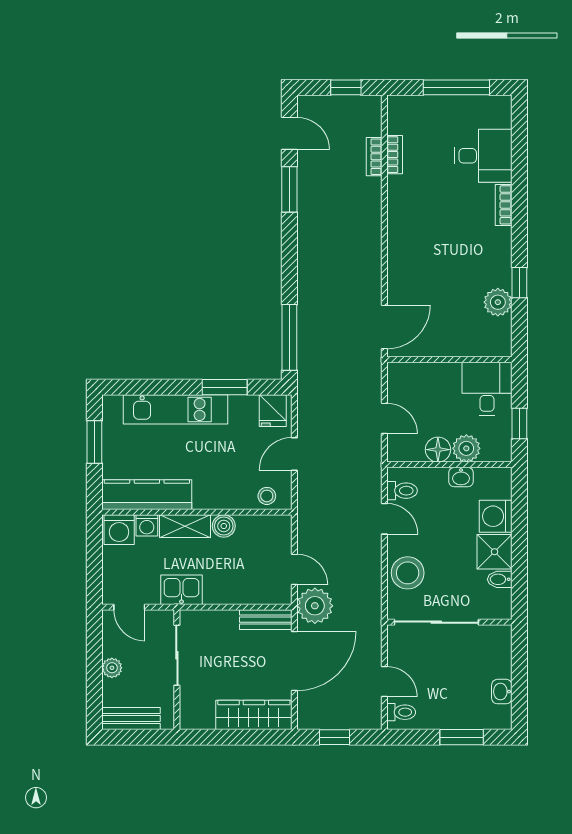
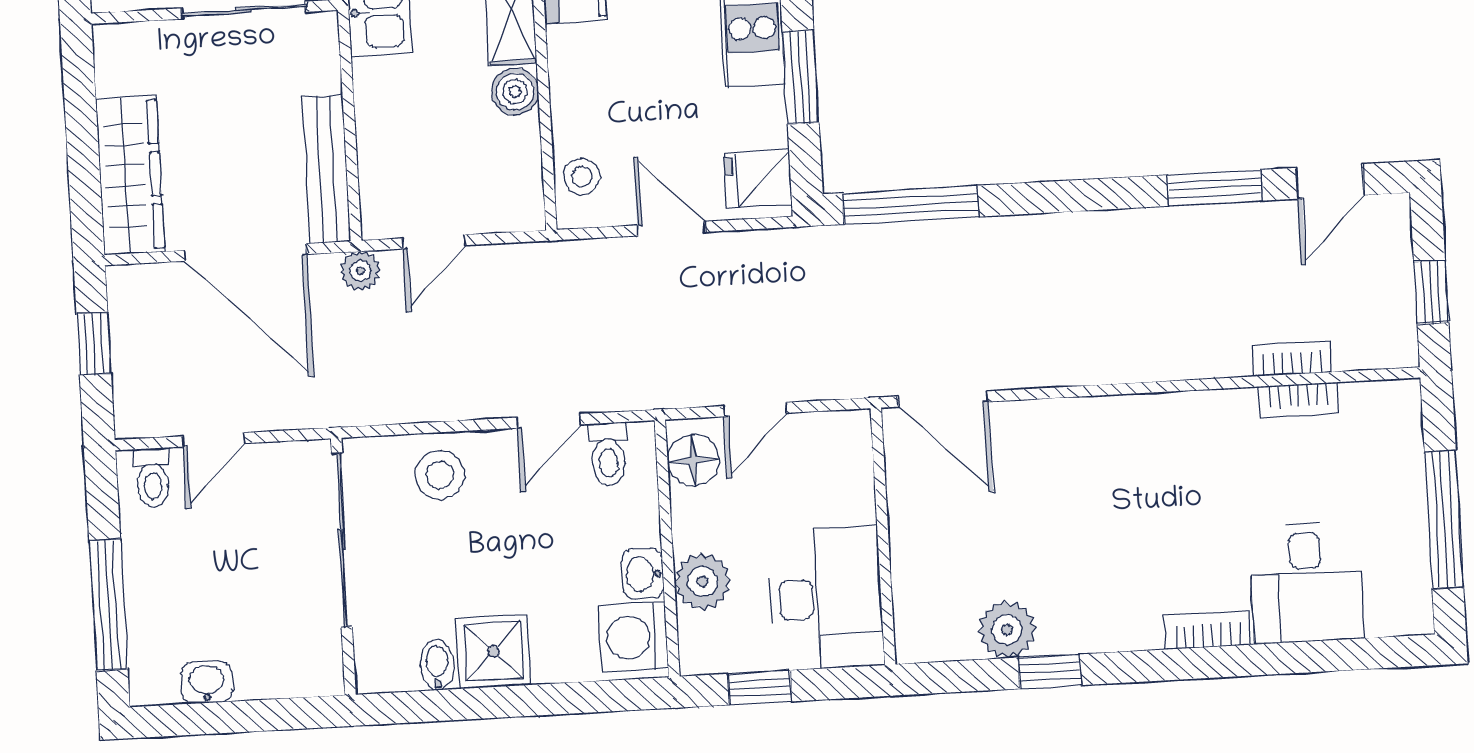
desk: (487, 389) -> (826, 598), width x1.37
floor lamp: (438, 450) -> (693, 460), moved
washing machine: (496, 516) -> (633, 637), moved, turned -90
stool: (408, 573) -> (440, 475), width x0.73, depth x0.73
plant: (315, 606) -> (361, 271), width x0.53, depth x0.53
bench: (266, 620) -> (326, 169), width x1.36
window: (462, 737) -> (108, 605), width x1.44

